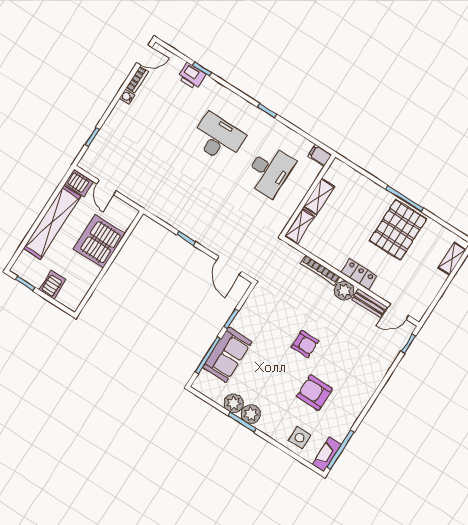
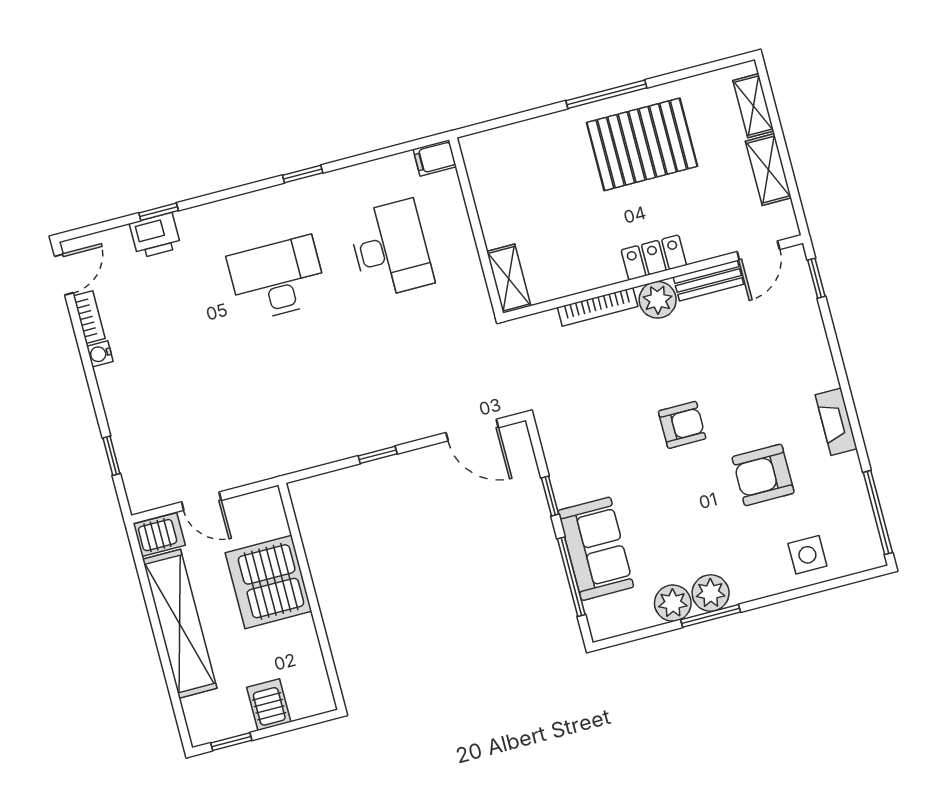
shelving: (319, 197) -> (768, 170), moved
pallet: (398, 230) -> (642, 144), turned 90
fireplace: (327, 455) -> (836, 422), moved

